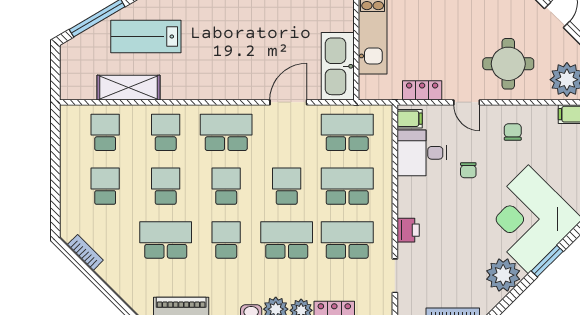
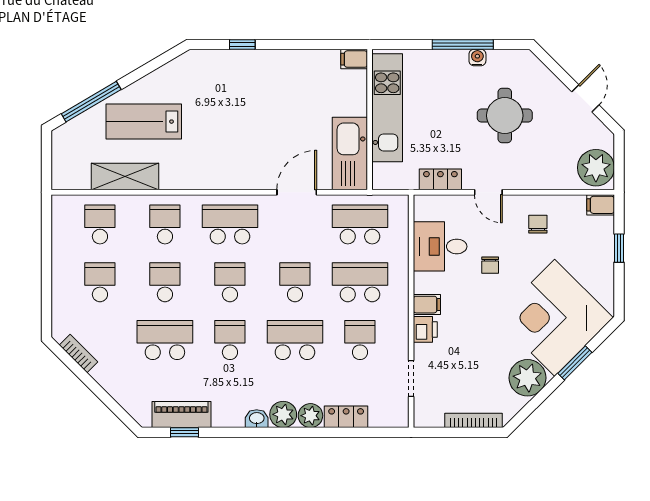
round table: (508, 64) -> (505, 116), moved
filing cabinet: (410, 119) -> (427, 305), moved
school desk: (347, 240) -> (360, 340), width x0.54

